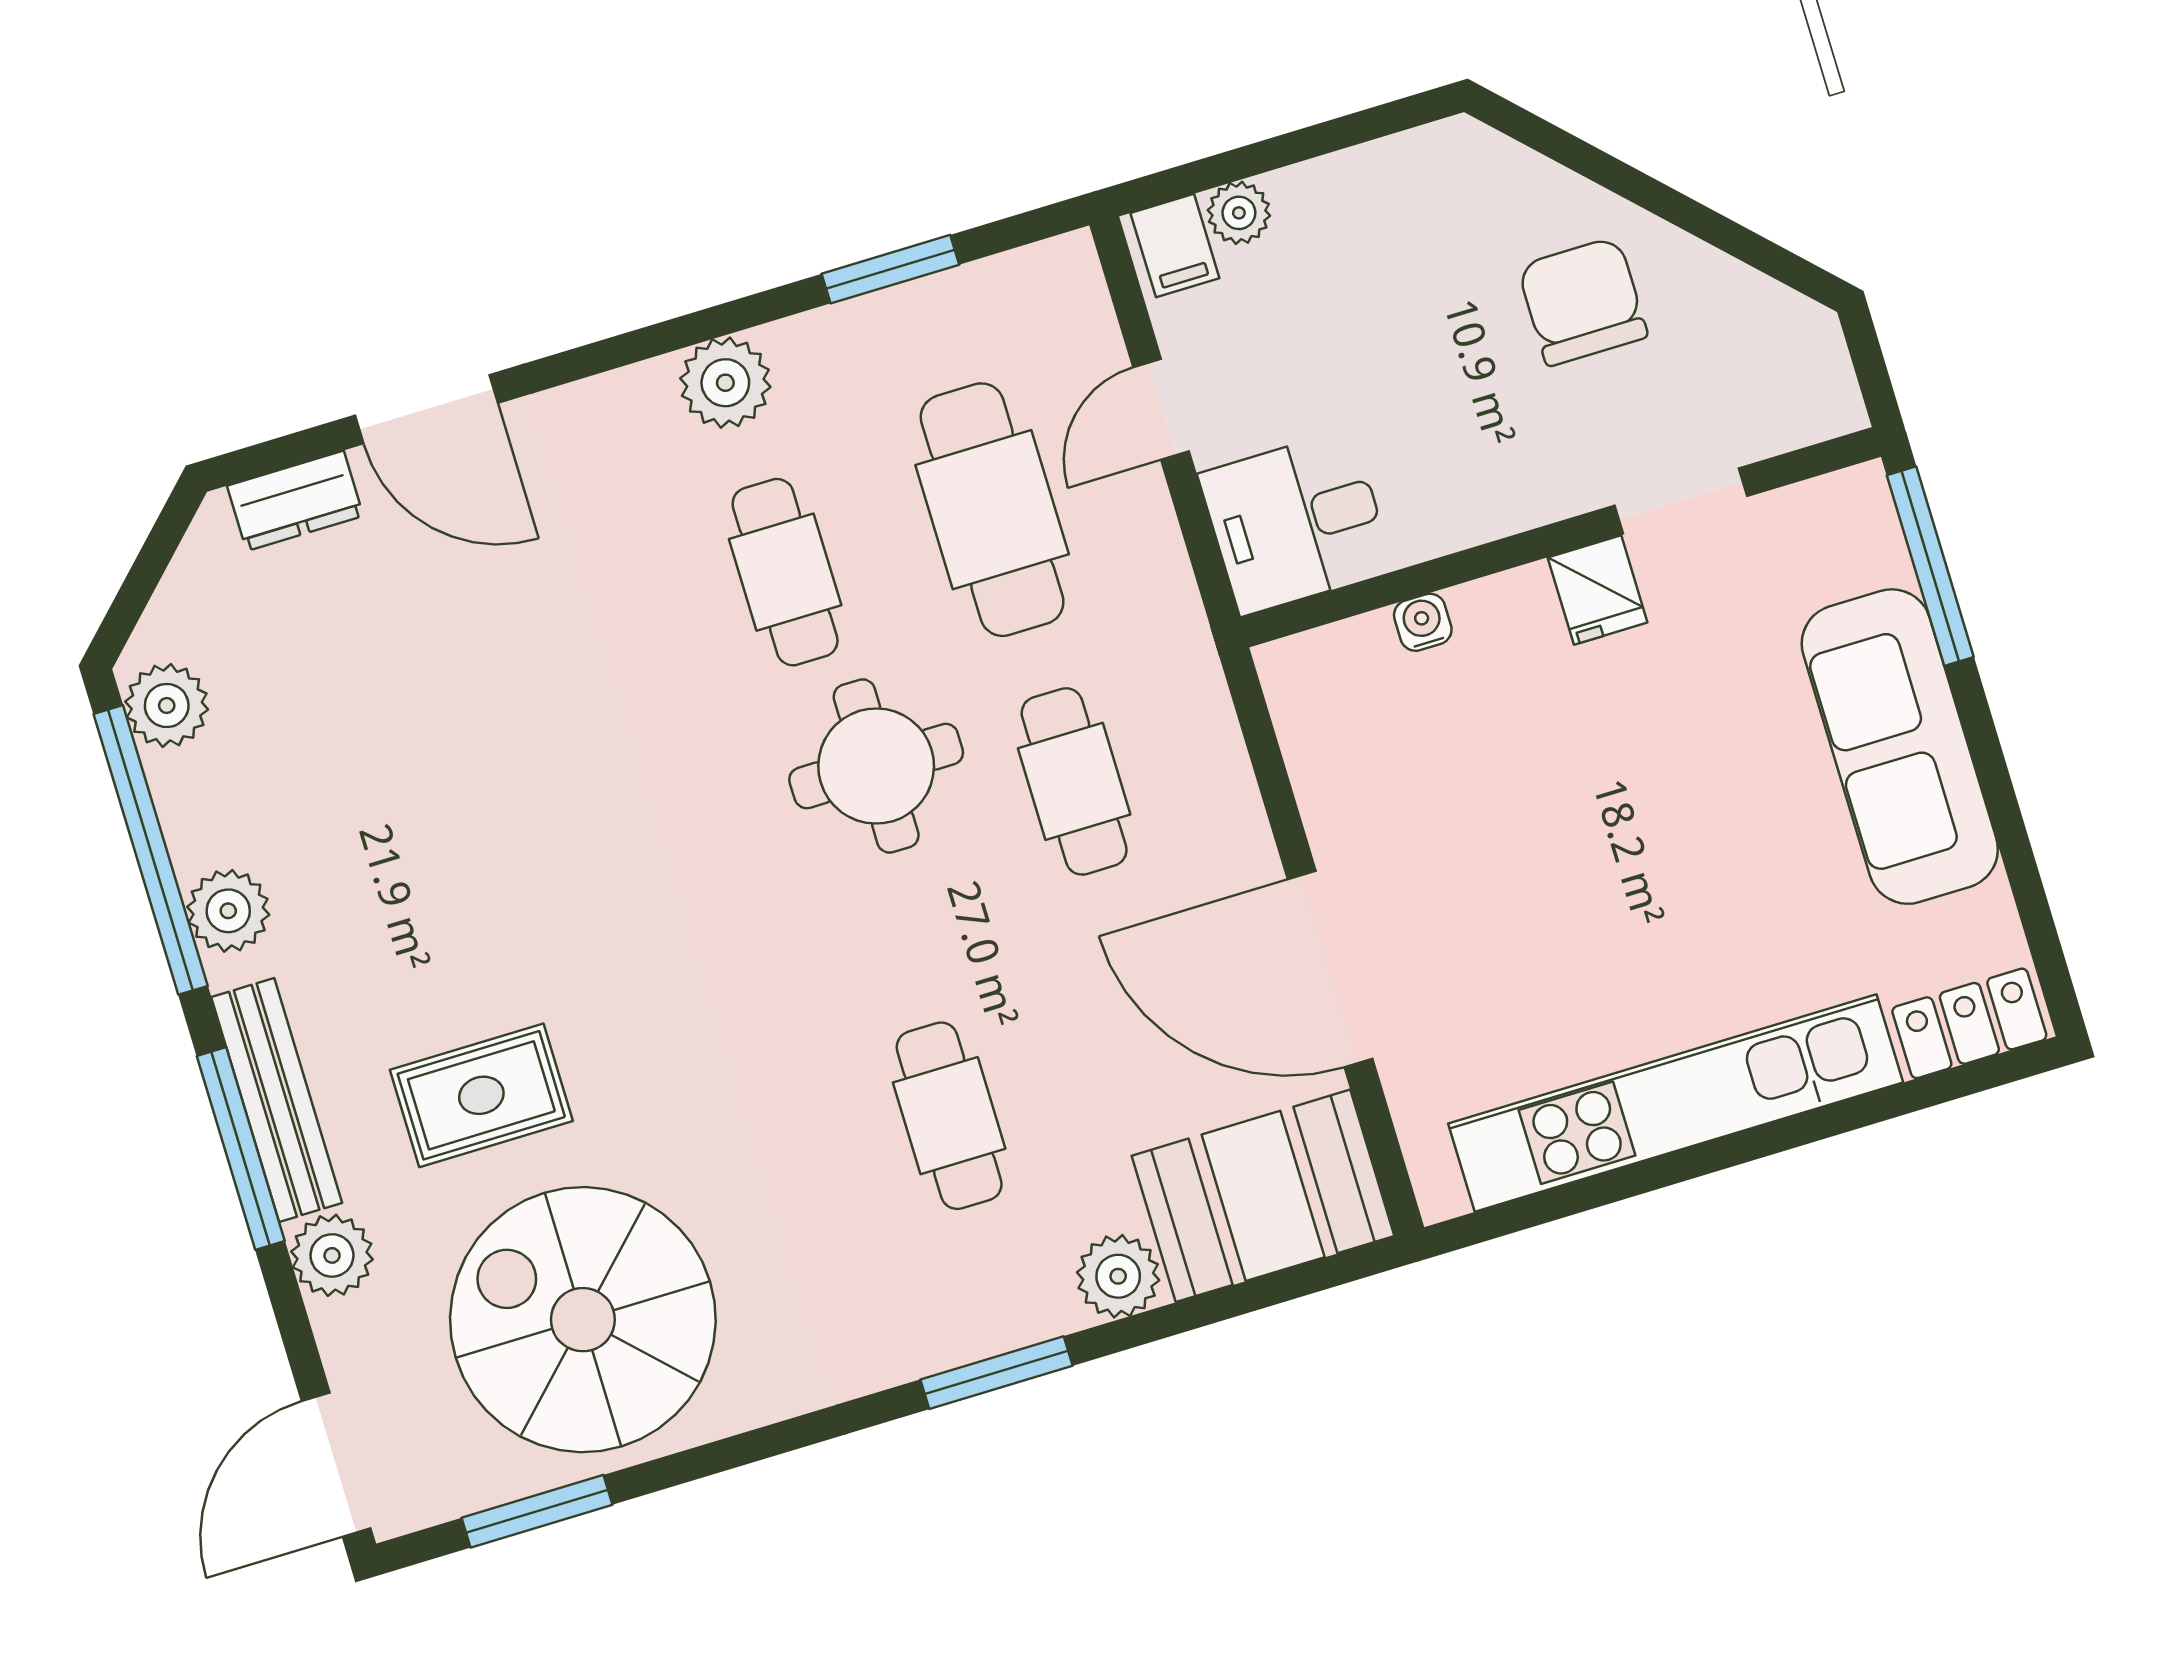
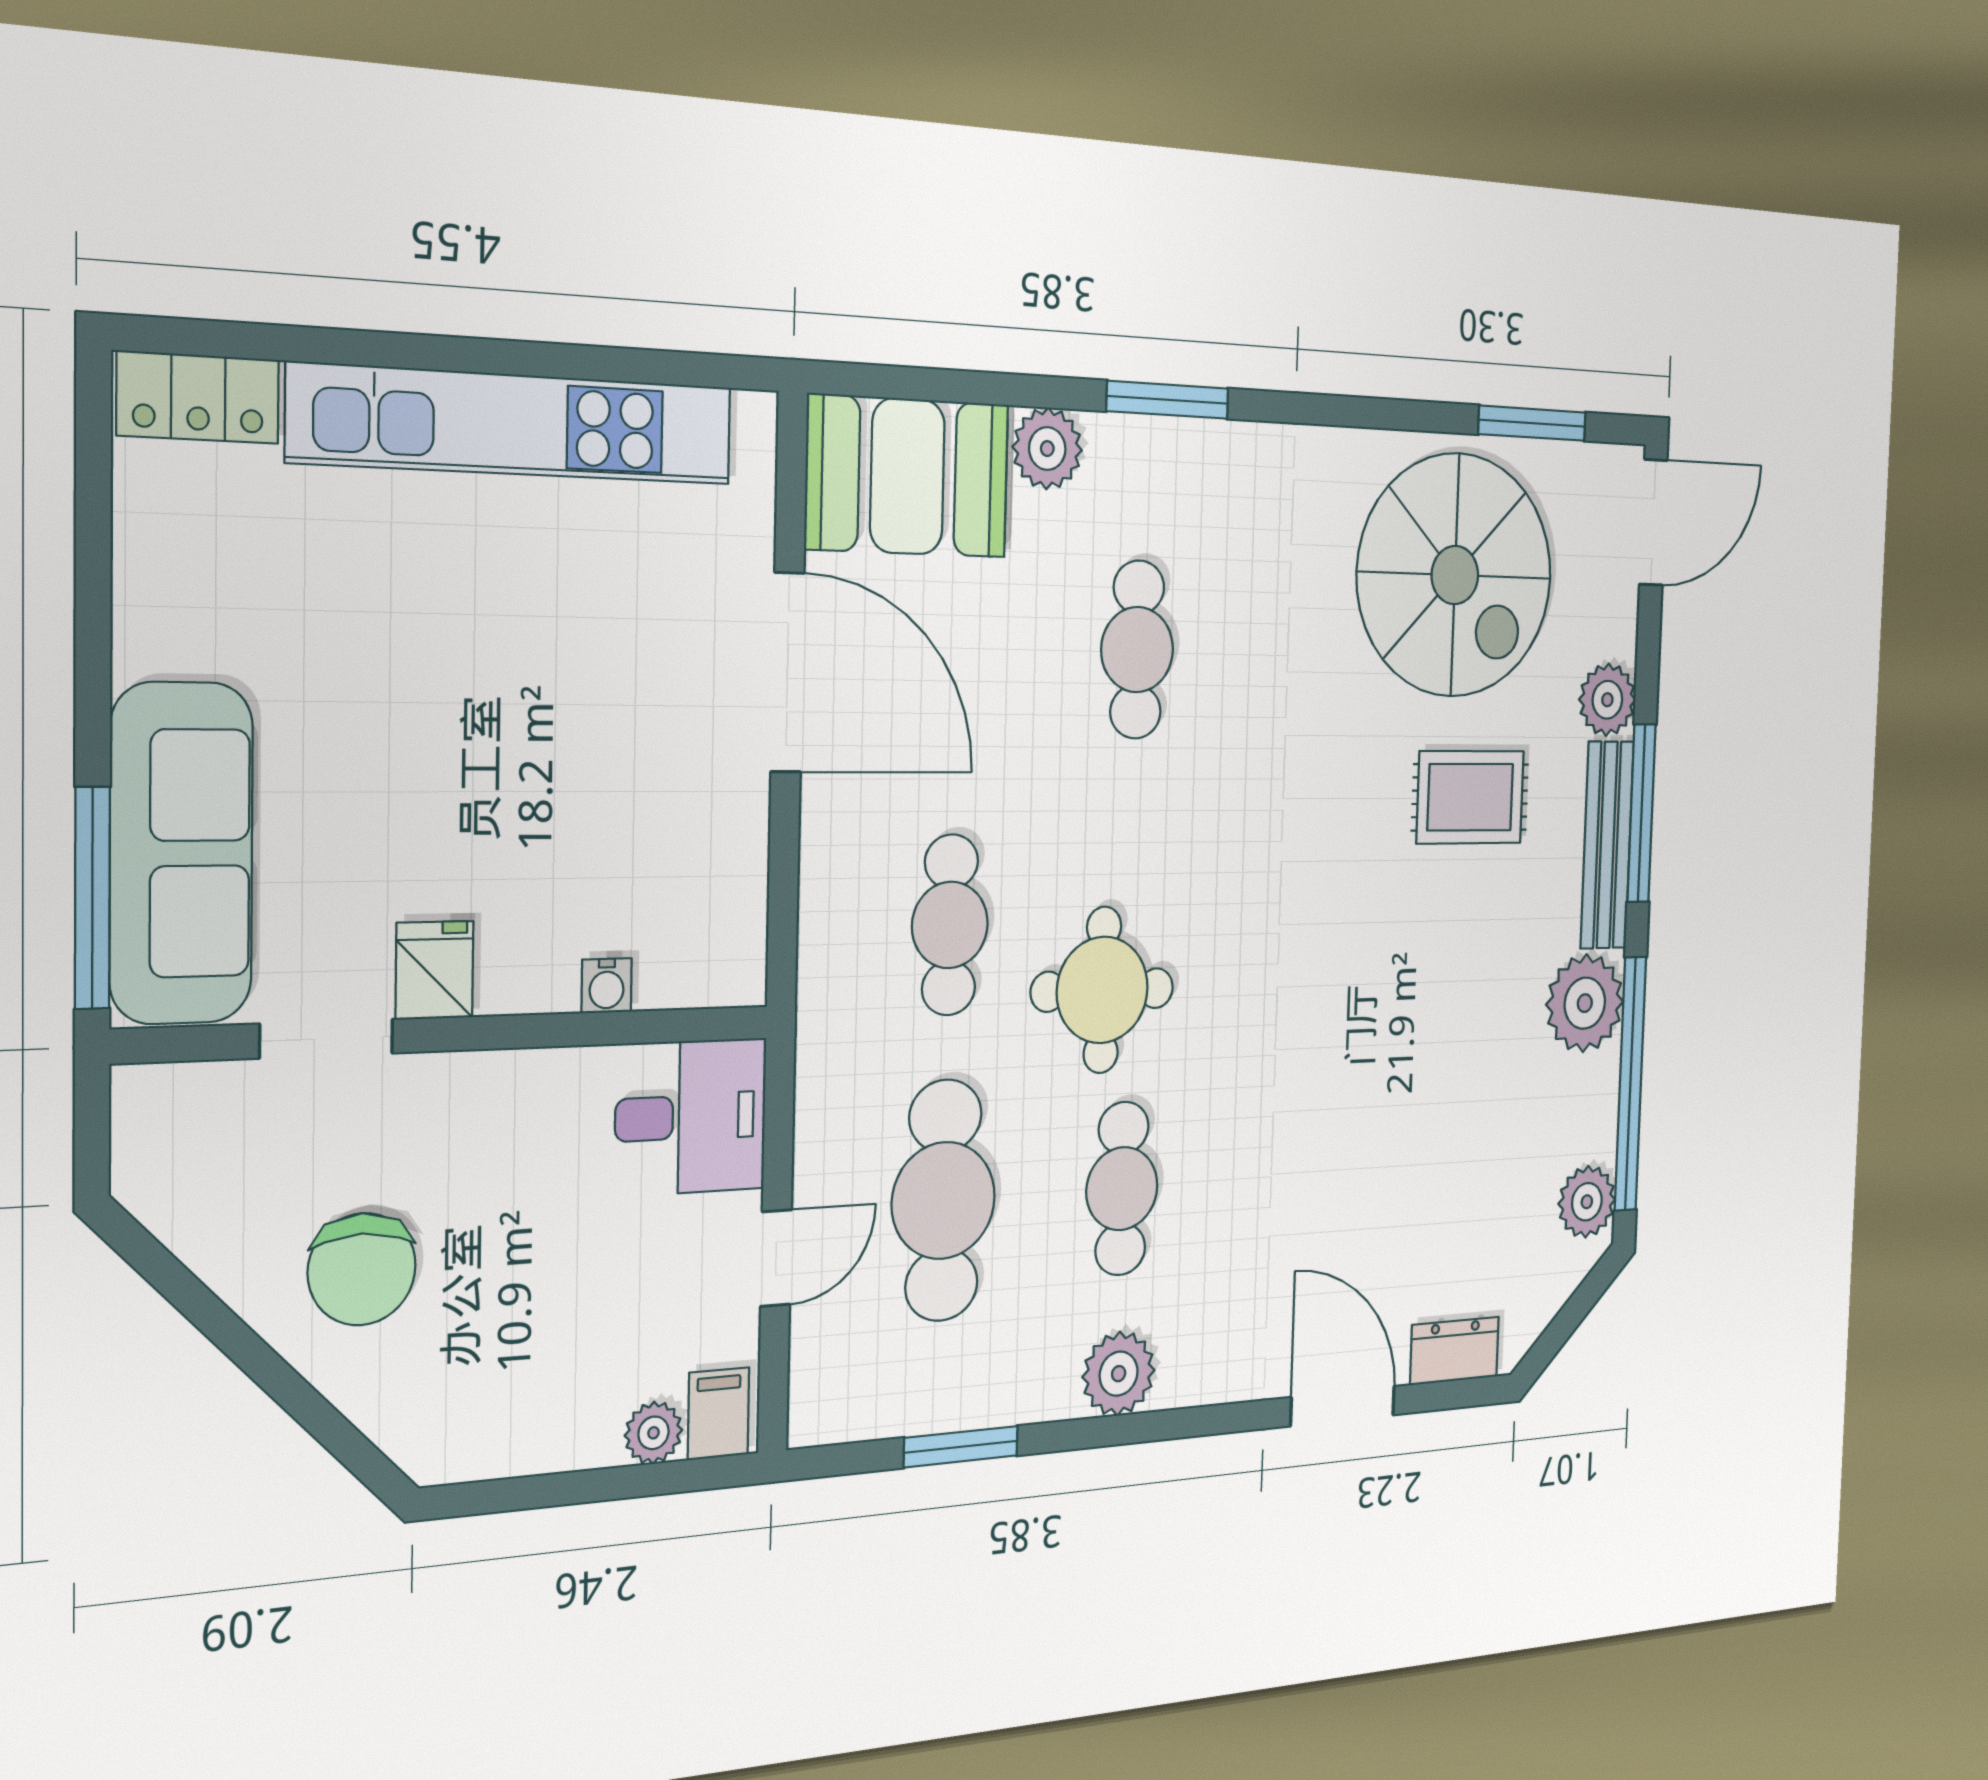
sofa: (1900, 747) -> (181, 853), moved
plant: (228, 911) -> (1585, 1003), width x1.36, depth x1.36

